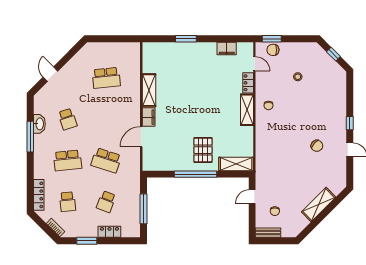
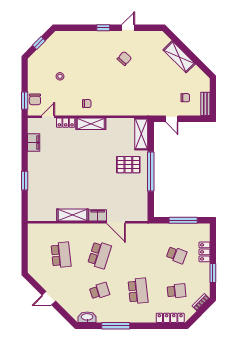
door: (50, 74) -> (49, 298), moved
washbasin: (39, 124) -> (87, 317), moved
school desk: (106, 160) -> (99, 255), moved

